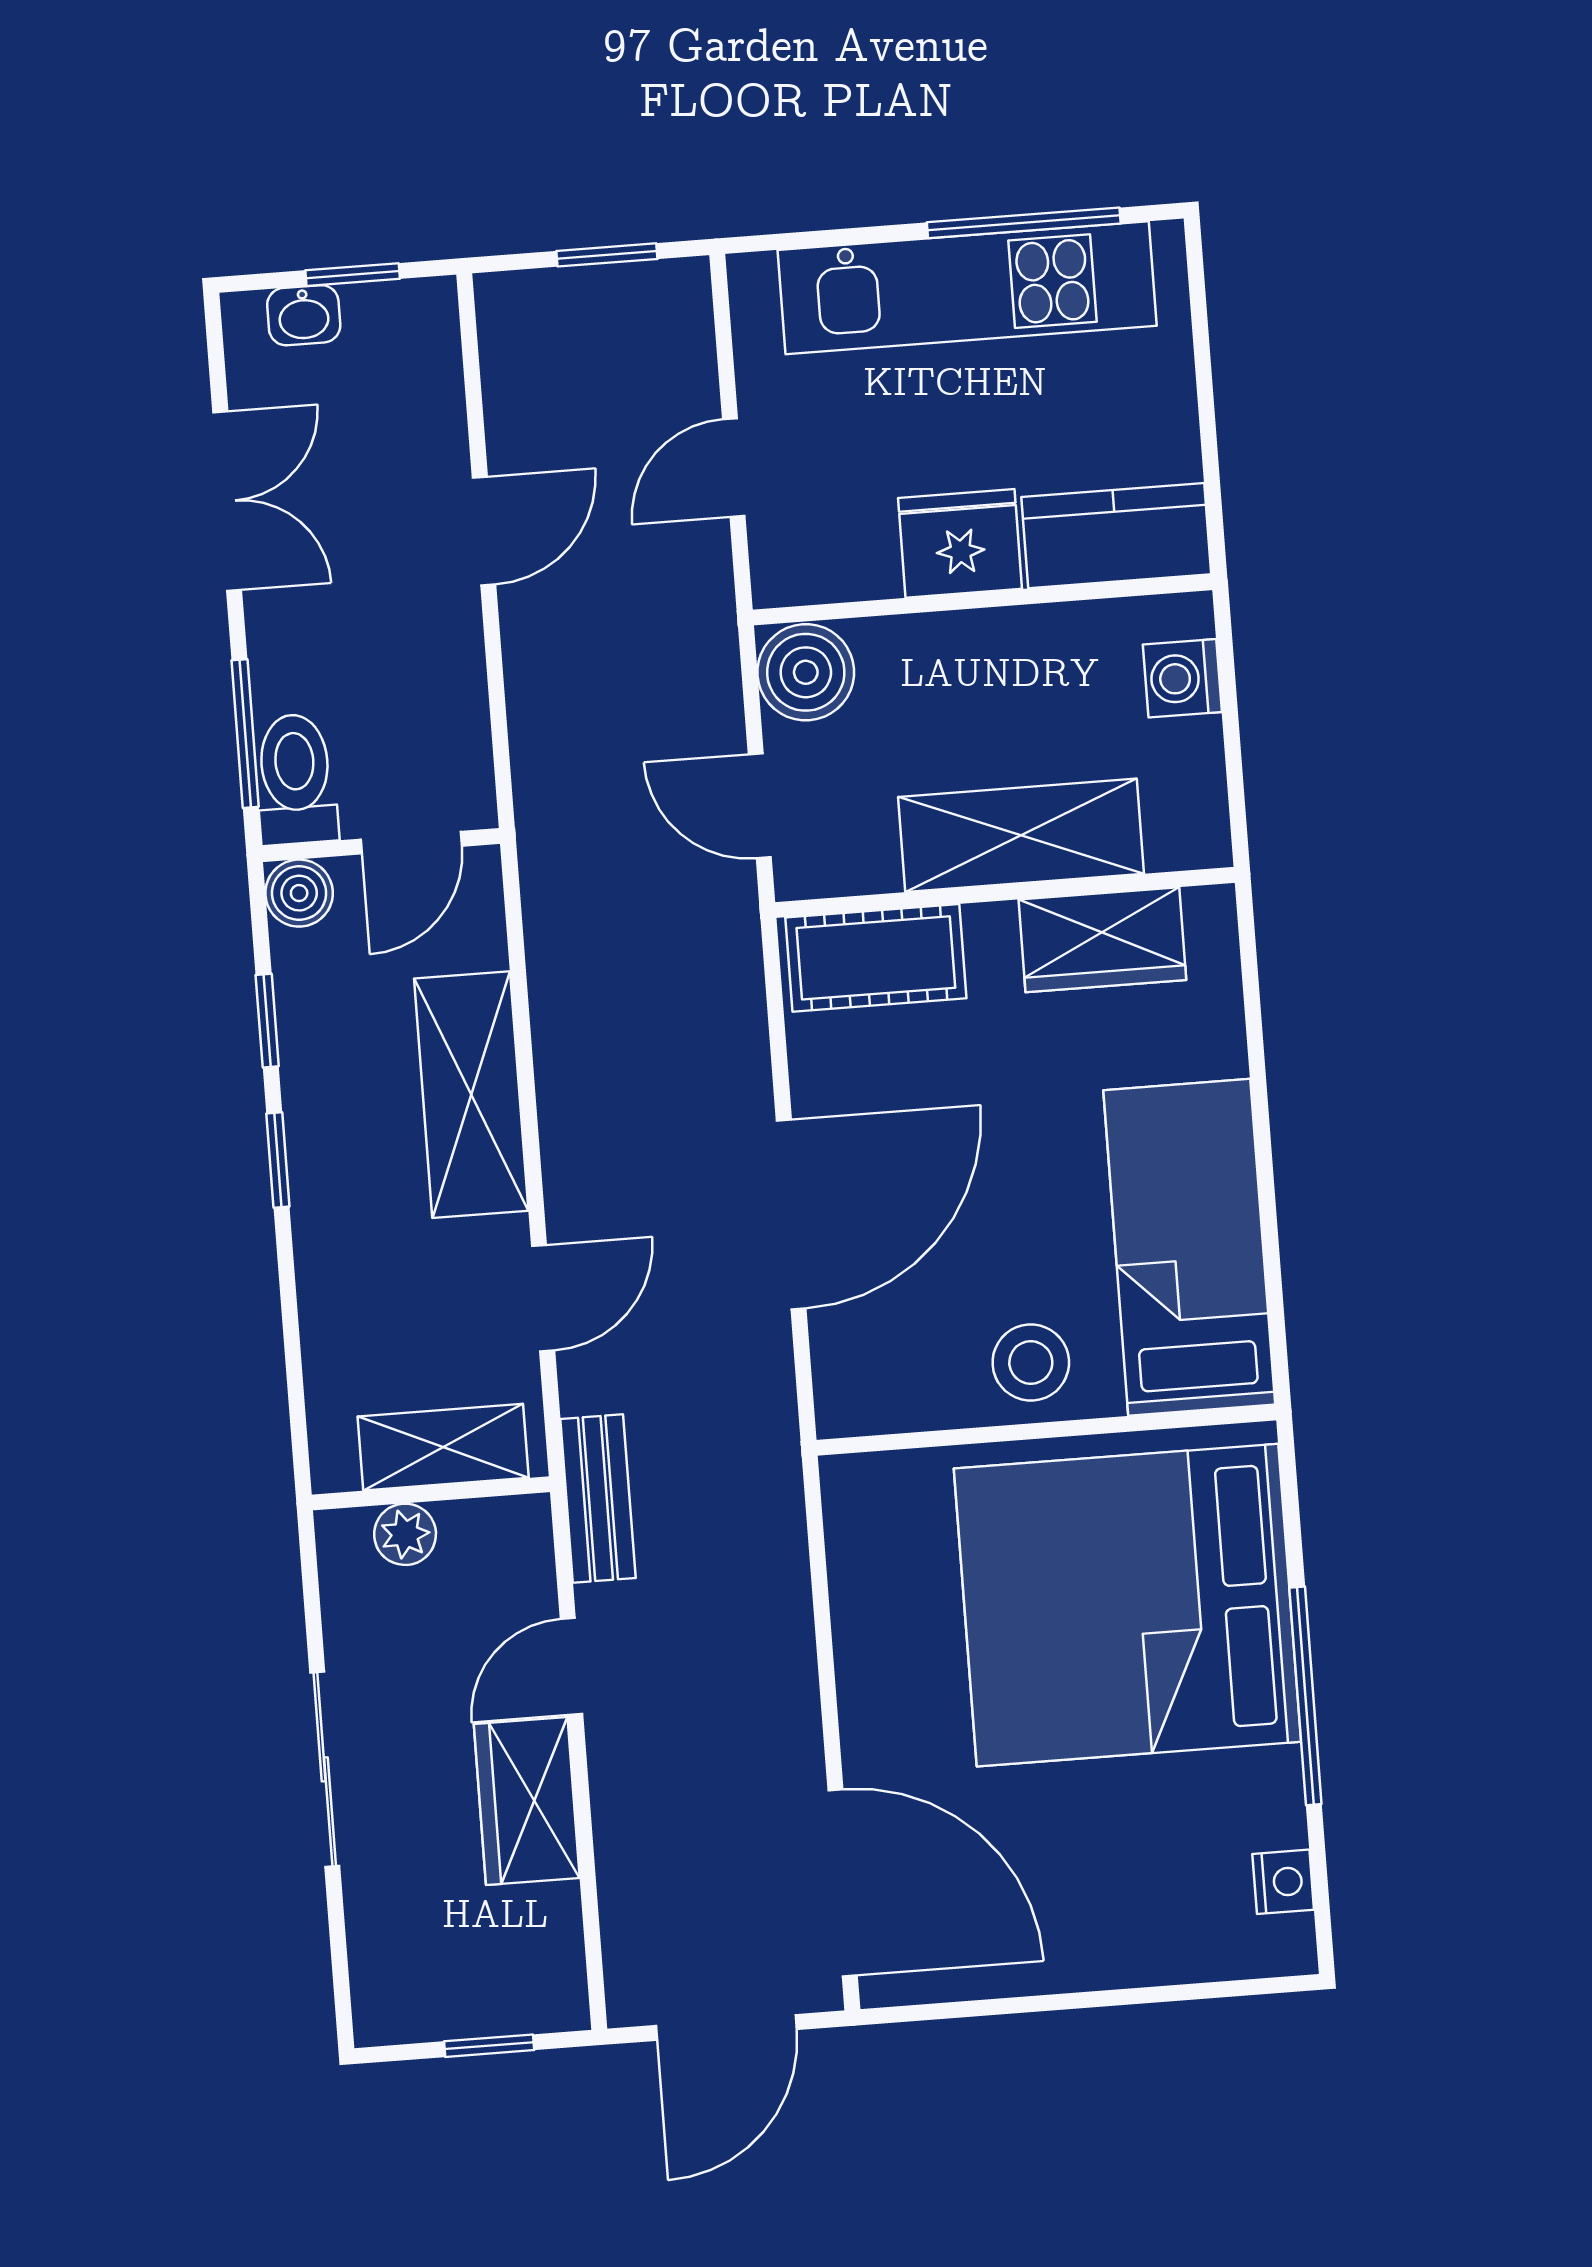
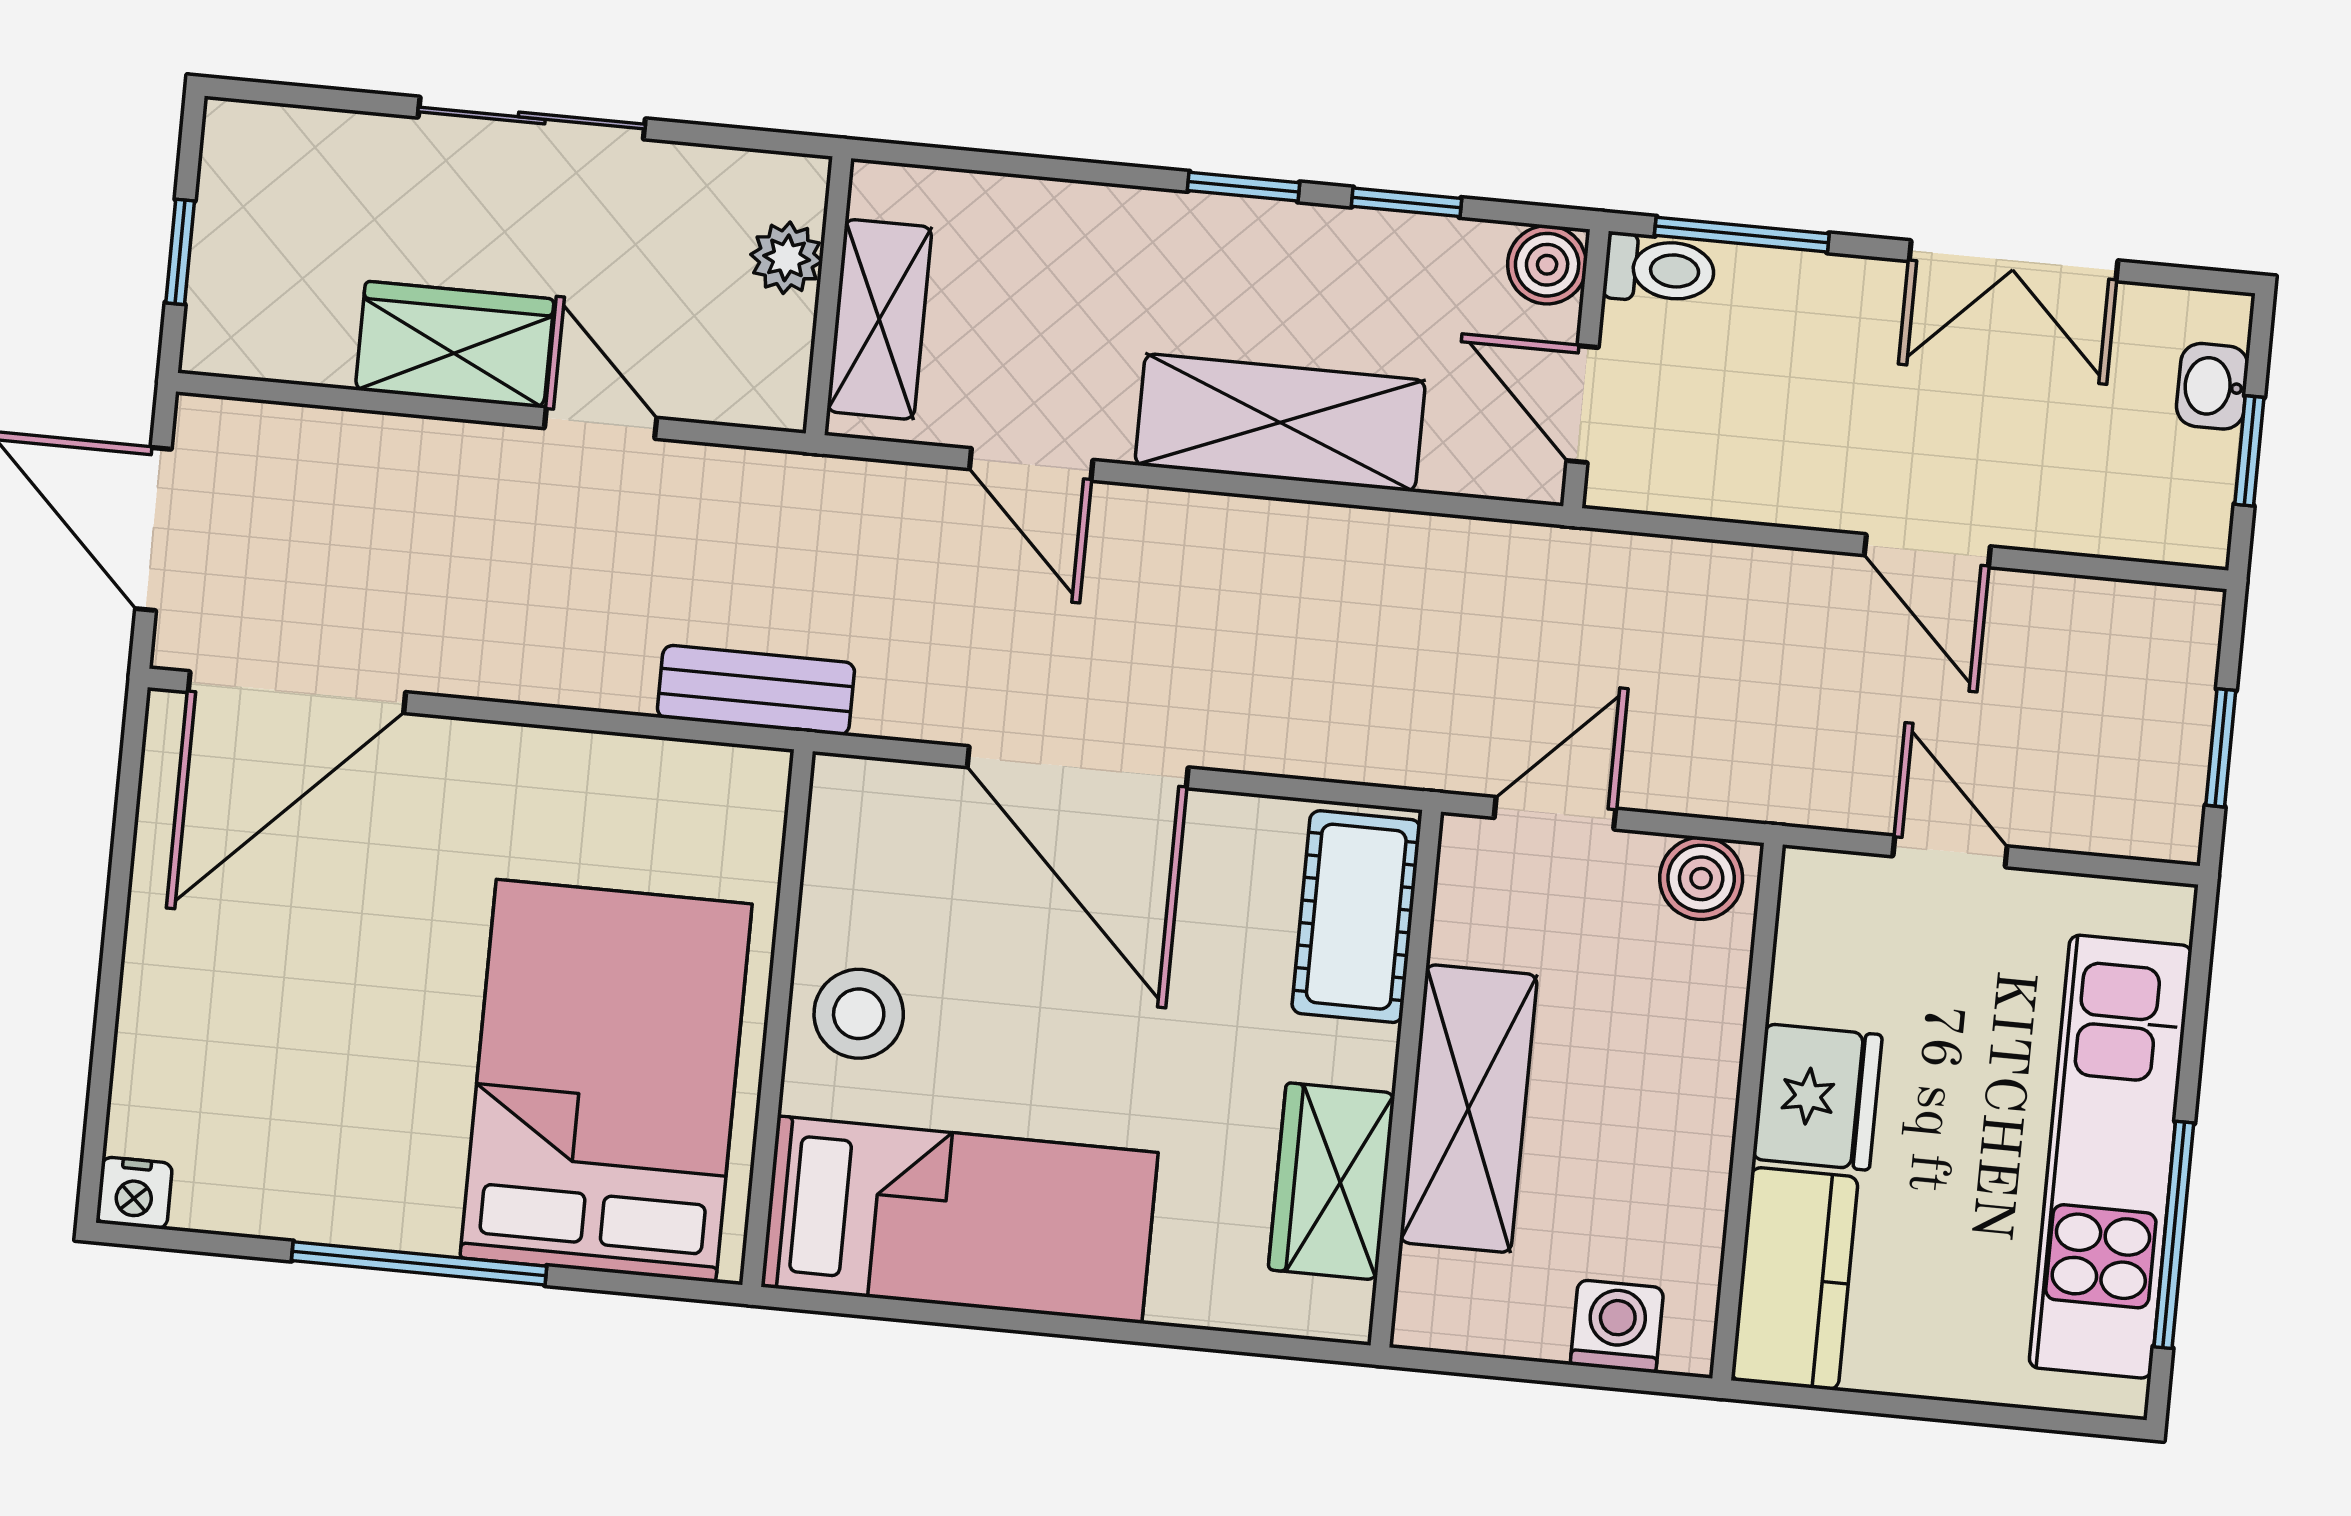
boiler: (806, 672) -> (1701, 878), width x0.73, depth x0.73
toilet: (296, 779) -> (1659, 269), width x0.73, depth x0.72
bench: (598, 1499) -> (756, 690), moved
bed: (1127, 1605) -> (606, 1081), width x0.73
nightstand: (1283, 1882) -> (134, 1193), moved

